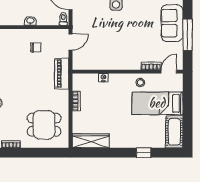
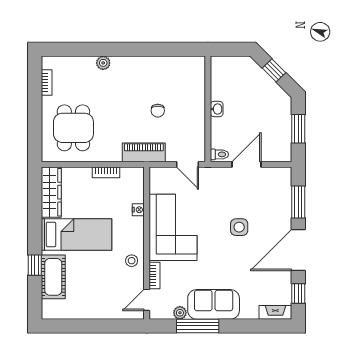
chair: (36, 47) -> (158, 111), moved
plant: (178, 47) -> (180, 313), added
corner sofa: (116, 53) -> (173, 227), added
door: (169, 72) -> (147, 300), swing flipped
bed: (157, 103) -> (77, 235), moved, turned 90
cot: (174, 132) -> (53, 277), moved, turned 90

